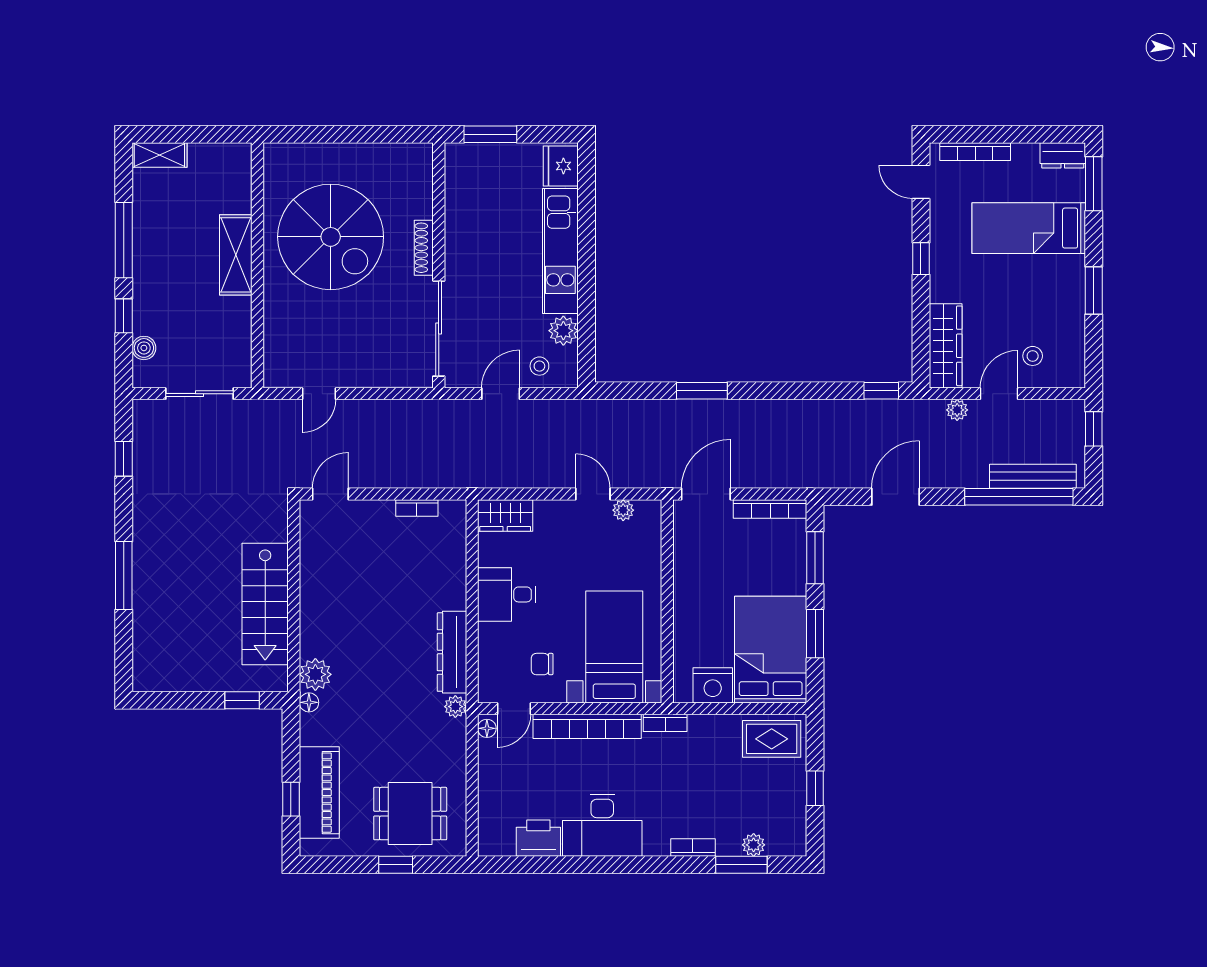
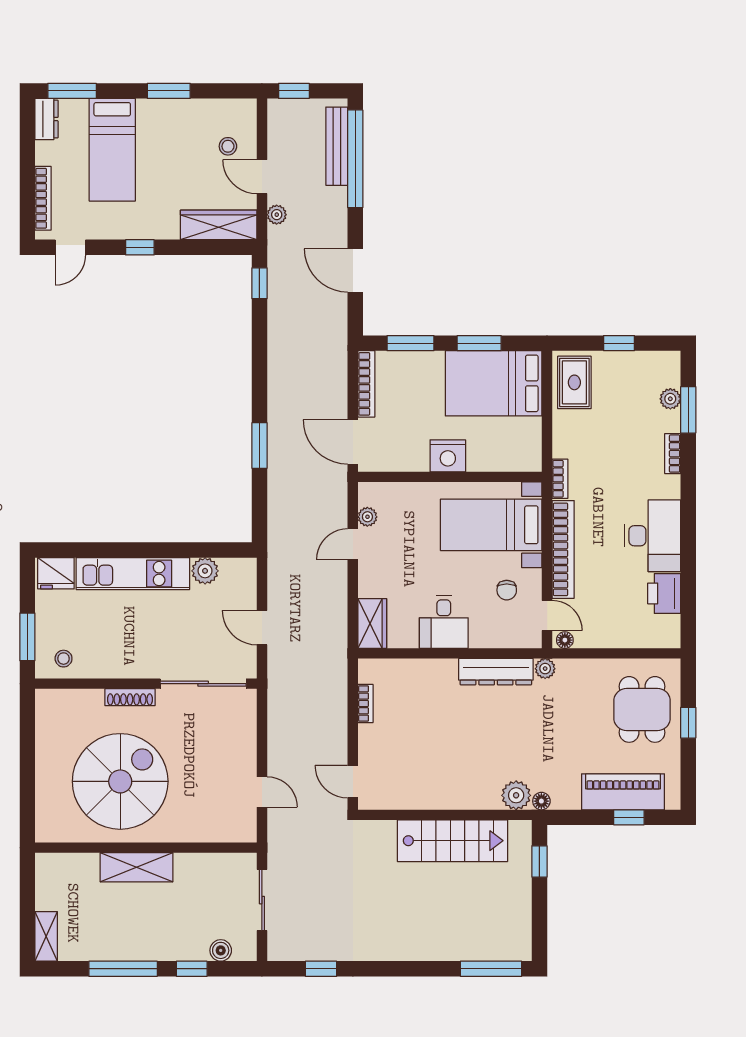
stool: (539, 366) -> (64, 659), moved
window: (124, 575) -> (491, 969), moved
nightstand: (713, 685) -> (448, 456), moved, turned 90

